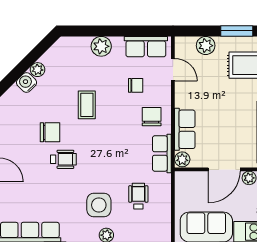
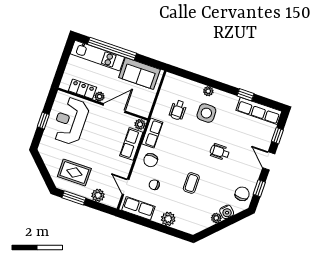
chair: (50, 132) -> (242, 194), moved, turned 90

